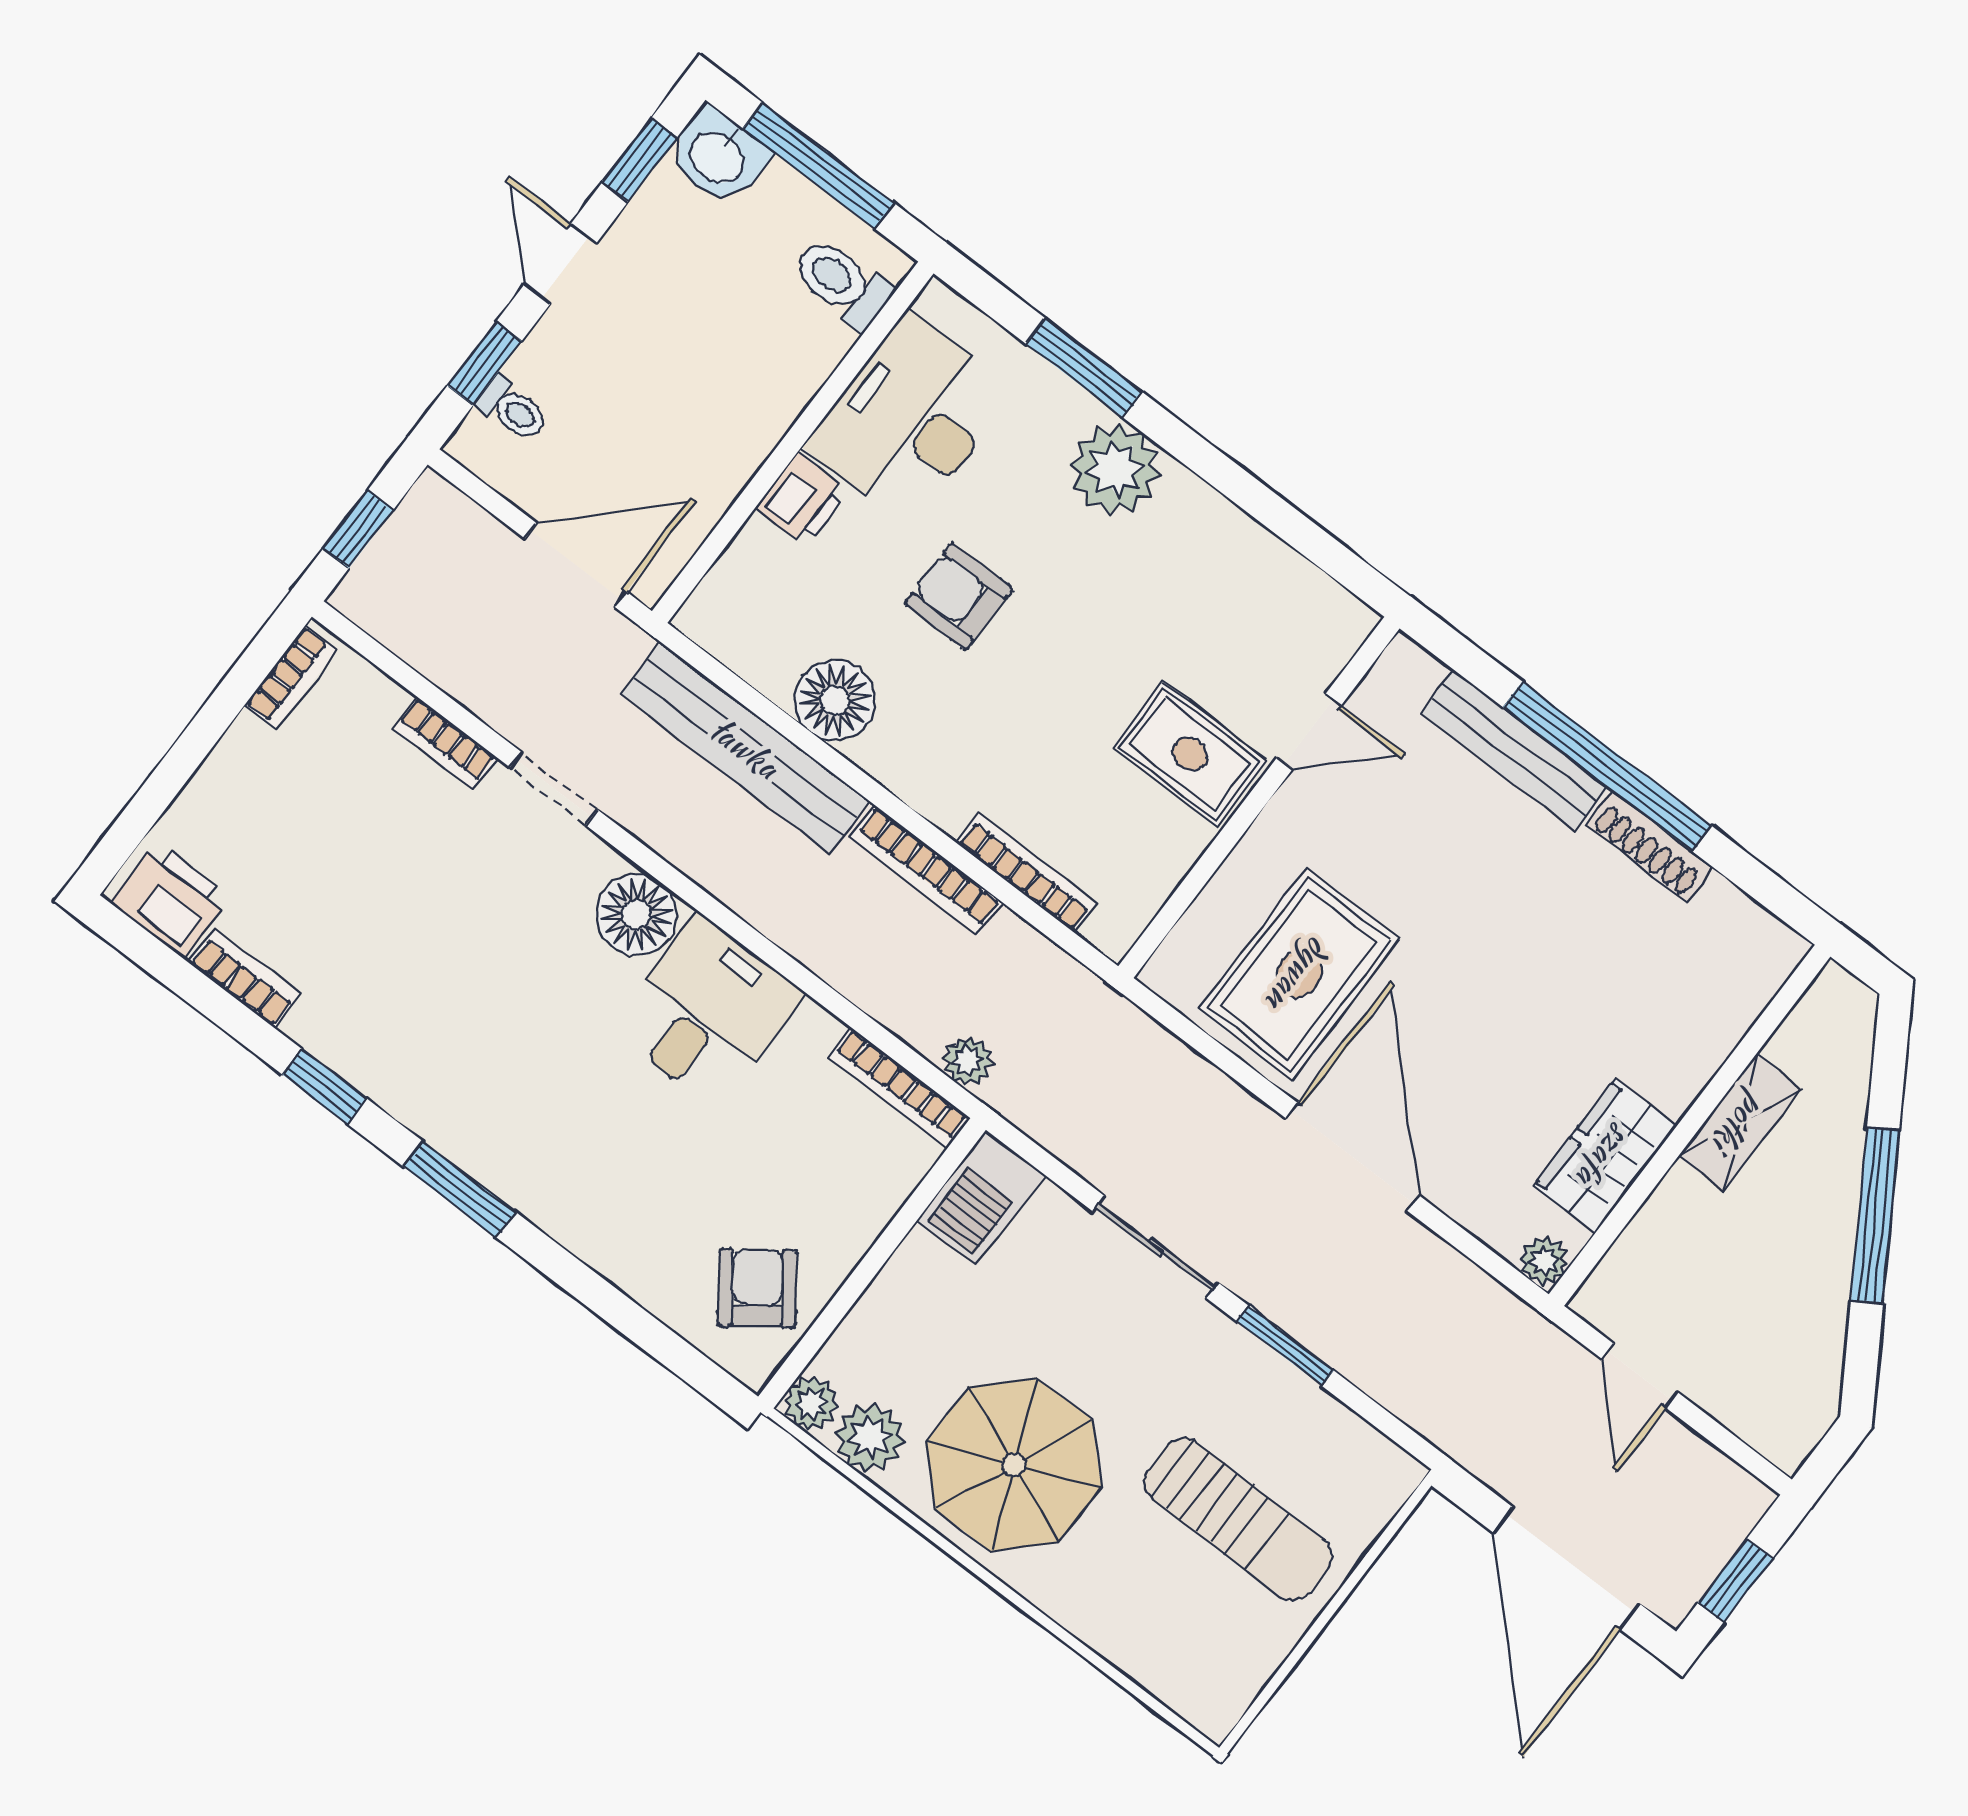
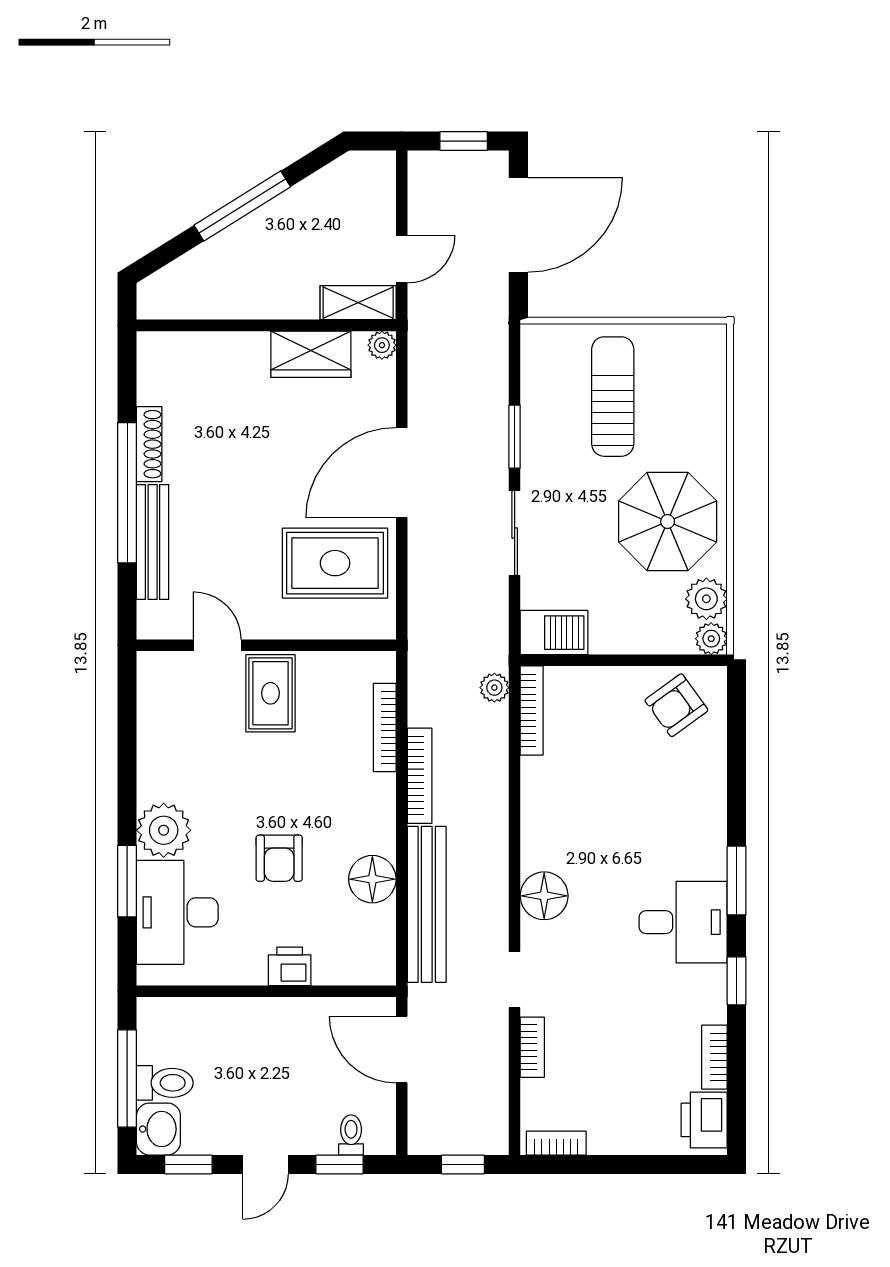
toilet: (842, 283) -> (165, 1083), moved, turned -90
desk: (910, 419) -> (177, 912), moved, turned 90
desk: (707, 1011) -> (683, 922), moved, turned 180
shelving: (1740, 1123) -> (358, 303), moved

